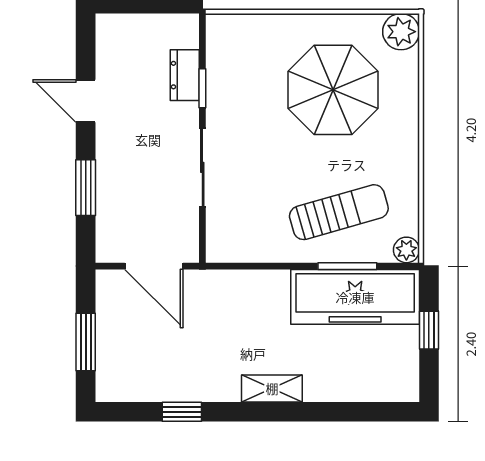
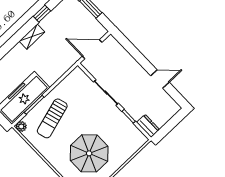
dresser: (185, 75) -> (148, 126), moved
window: (86, 188) -> (135, 53), removed
shelving: (272, 388) -> (32, 37), moved

